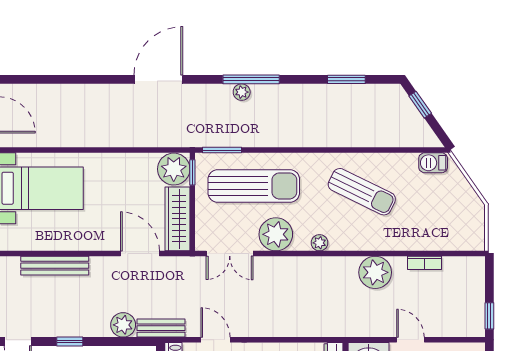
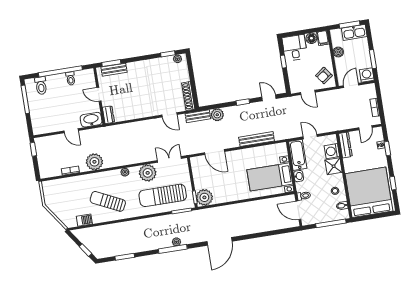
barbecue: (433, 163) -> (84, 220), moved
wardrobe: (177, 219) -> (199, 173), removed

